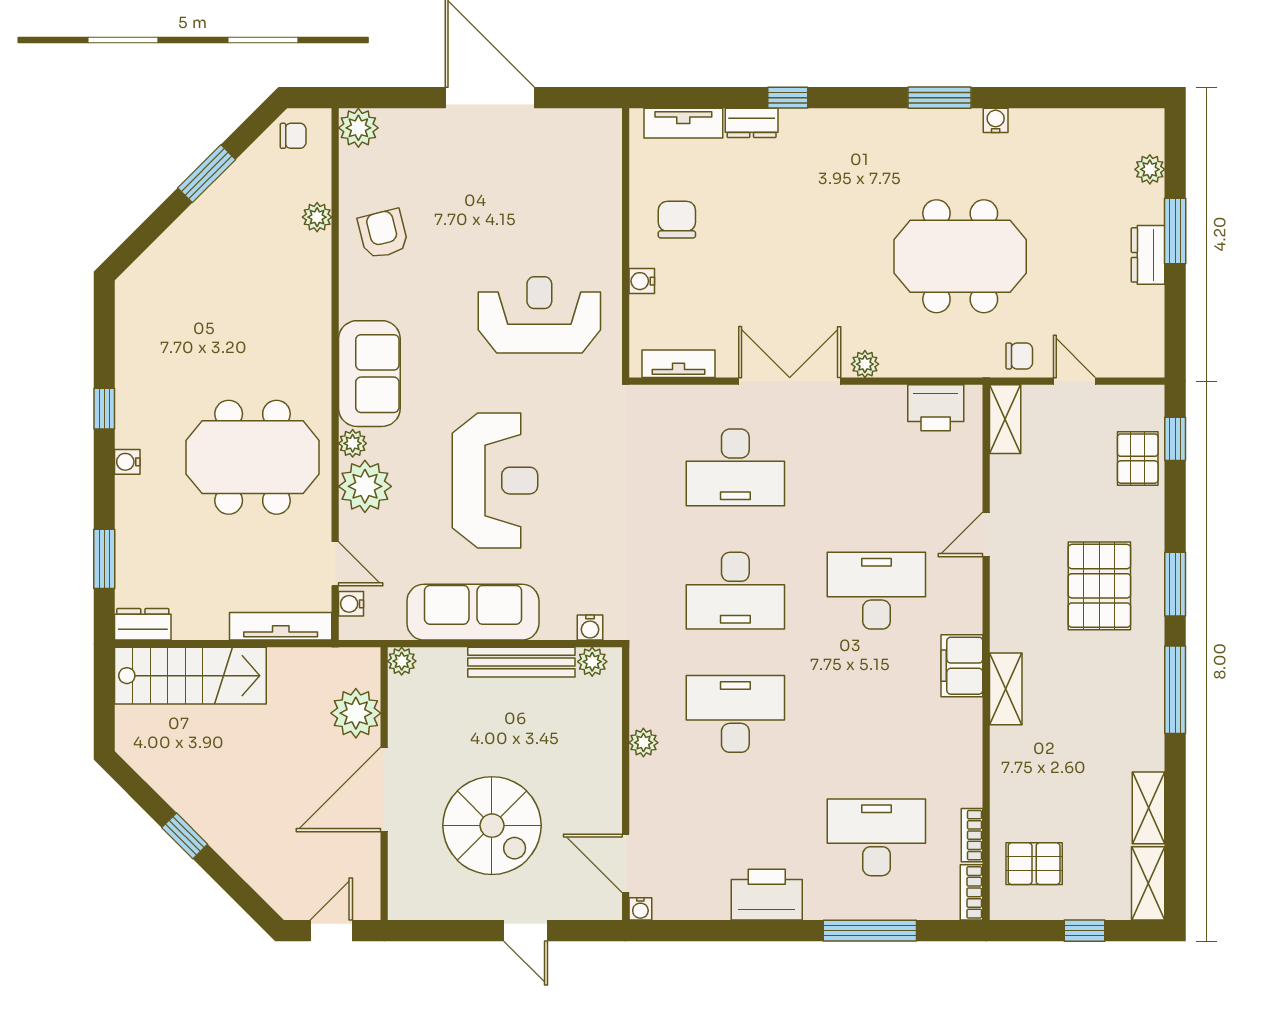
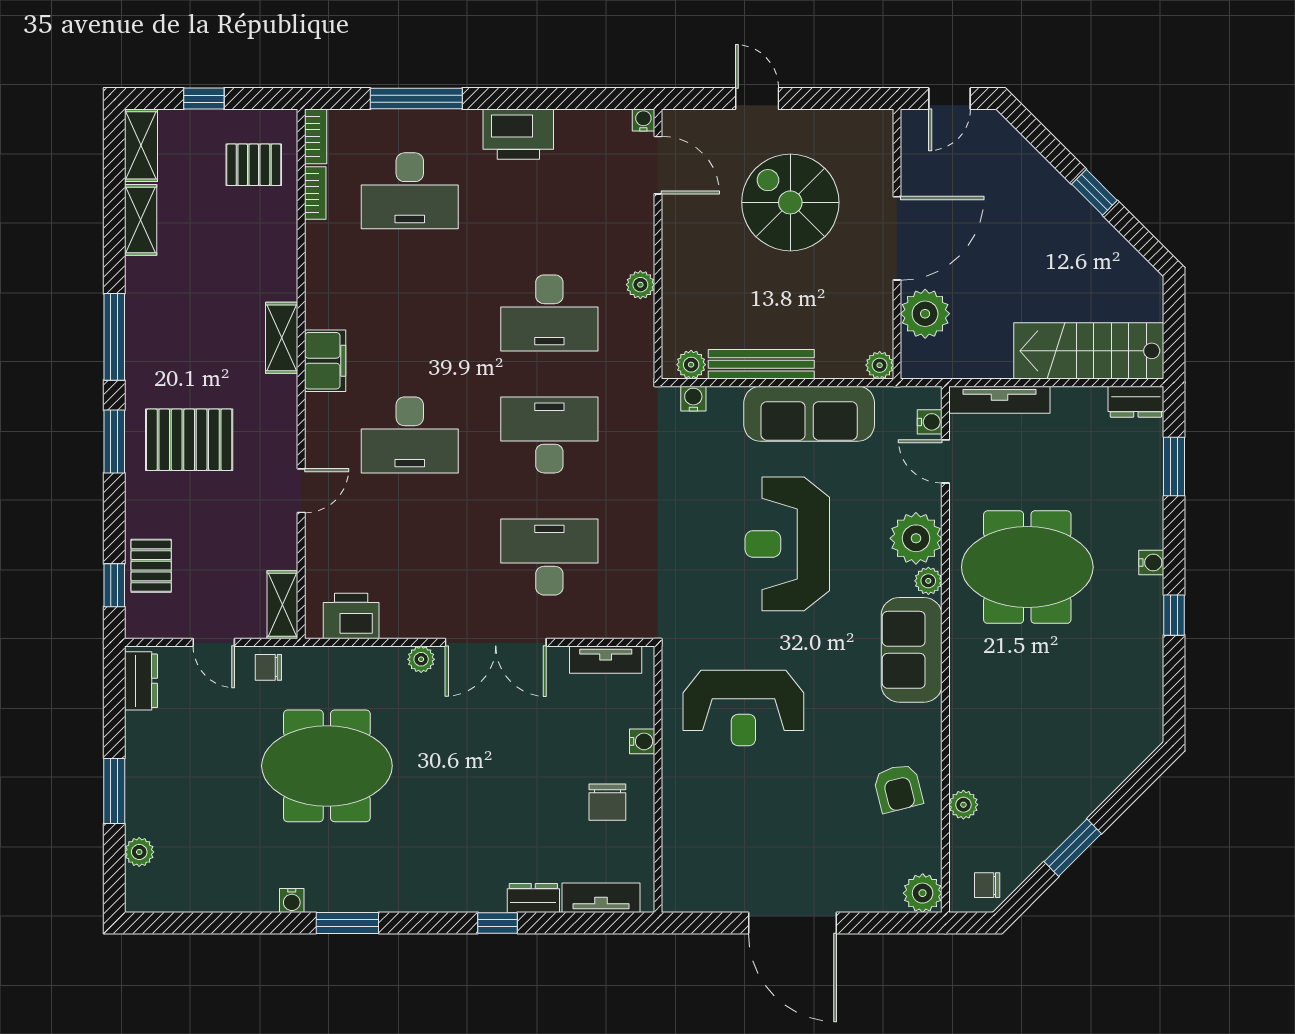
dresser: (1148, 255) -> (141, 681), moved
pallet: (1099, 586) -> (189, 440), turned 90

